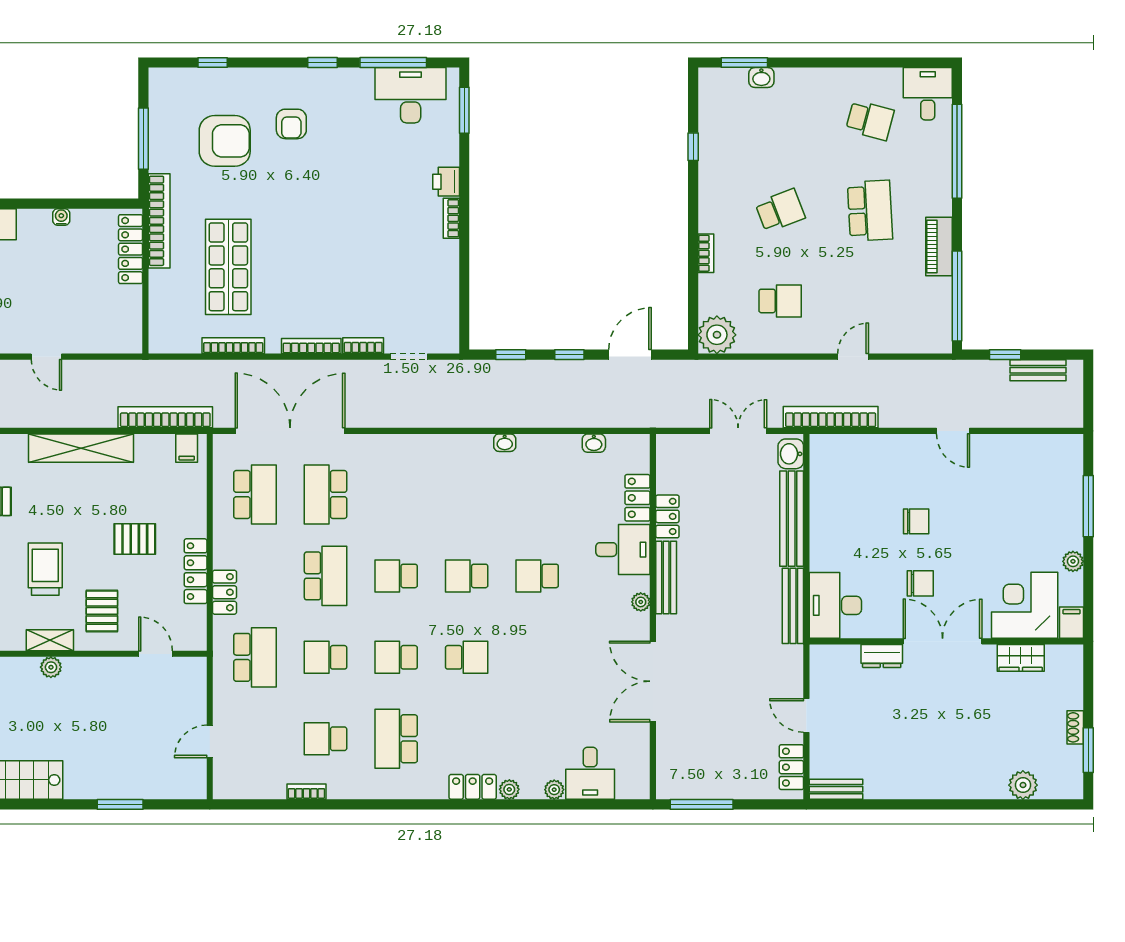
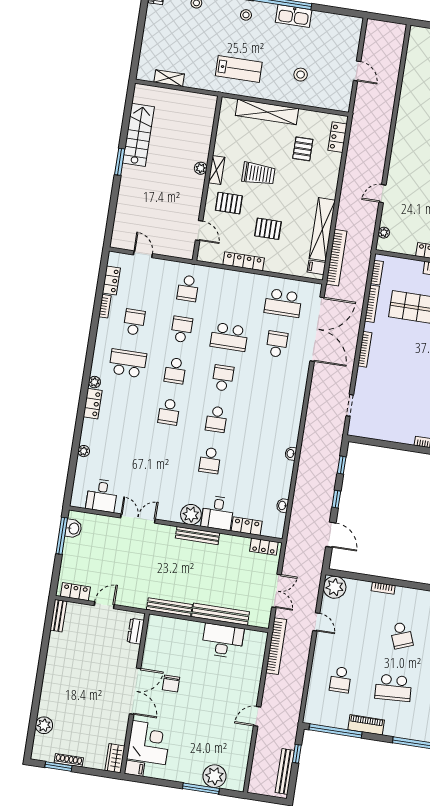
school desk: (780, 301) -> (341, 680), moved
plant: (111, 344) -> (384, 233), added
bookcase: (363, 346) -> (377, 273), moved
door: (853, 357) -> (316, 622), moved
bench: (1038, 370) -> (285, 771), width x1.36
shelving: (81, 448) -> (322, 229), moved
washbasin: (791, 454) -> (73, 529), moved, turned 90
school desk: (326, 494) -> (277, 344), width x0.54
locker: (667, 516) -> (264, 547), moved
chair: (916, 521) -> (208, 687), removed
pallet: (135, 539) -> (268, 229), turned 90
plant: (1073, 561) -> (215, 776), moved, width x1.88, depth x1.88
school desk: (467, 576) -> (216, 419), turned 180
school desk: (537, 576) -> (210, 460), turned 180
locker: (225, 592) -> (111, 280), moved, turned -90
plant: (641, 602) -> (191, 515), width x1.88, depth x1.88
desk: (835, 605) -> (223, 641), moved
door: (156, 654) -> (199, 231), hinge flipped
dresser: (882, 656) -> (136, 631), moved
school desk: (255, 657) -> (188, 288), width x0.54
school desk: (396, 657) -> (175, 371), turned 180
wardrobe: (1021, 658) -> (115, 758), moved
double door: (653, 681) -> (138, 518), width x0.73
shoe rack: (1075, 727) -> (69, 760), width x1.43
desk: (590, 773) -> (102, 496), moved, turned -90
plant: (509, 789) -> (94, 382), moved
window: (120, 804) -> (120, 162), moved

